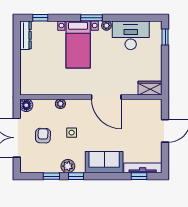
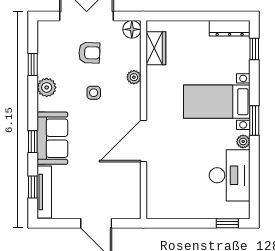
wardrobe: (150, 88) -> (156, 48), moved
window: (76, 176) -> (33, 142), moved

